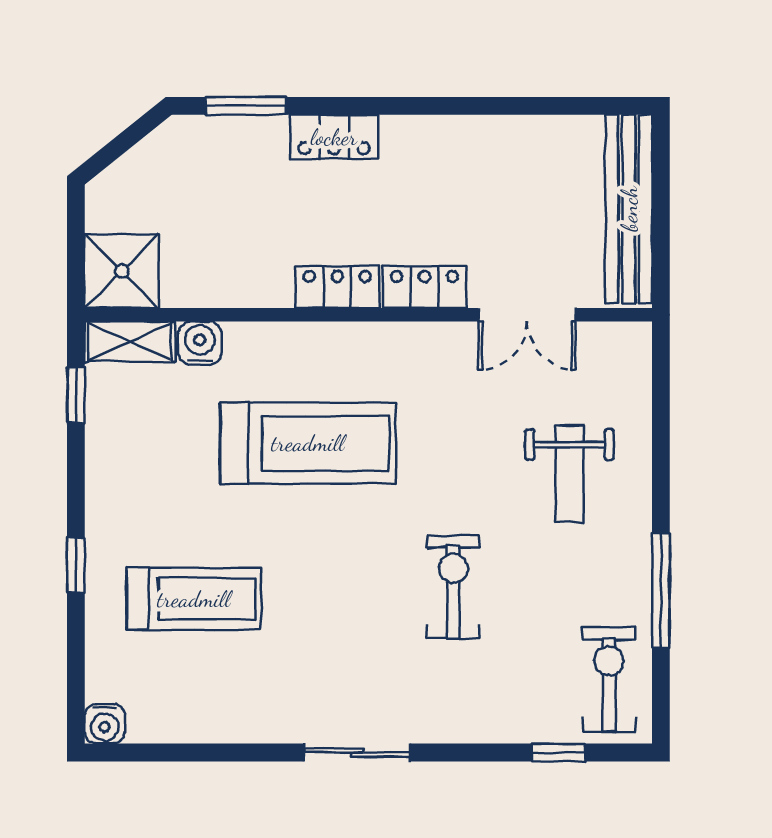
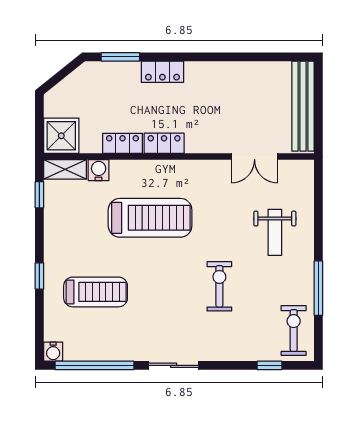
locker: (425, 287) -> (122, 143), moved
window: (192, 753) -> (95, 365), added

